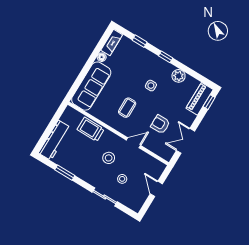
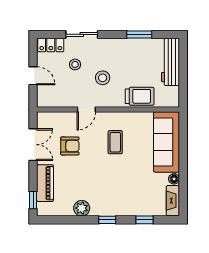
side table: (151, 86) -> (104, 180), removed
piano: (200, 99) -> (45, 183), moved
locker: (131, 203) -> (51, 45), added

